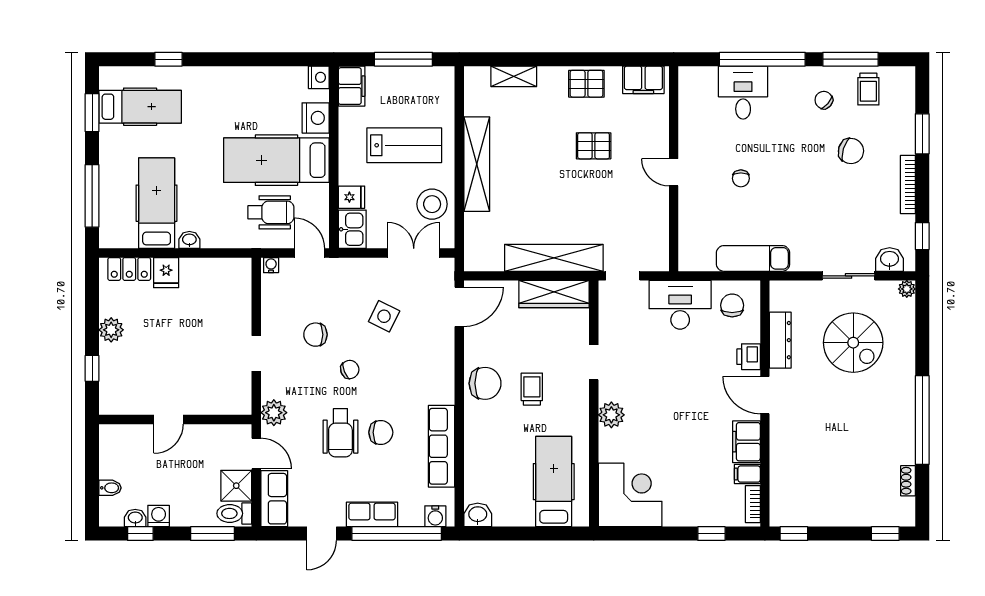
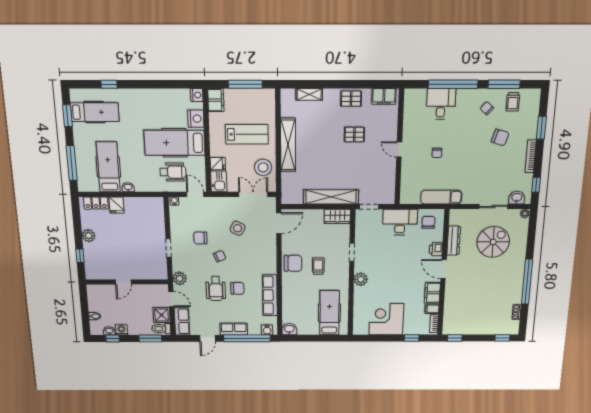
wardrobe: (554, 294) -> (337, 216), width x0.67
spiral stairs: (853, 343) -> (493, 242), turned -90
corner desk: (630, 495) -> (386, 319), moved, turned -90

